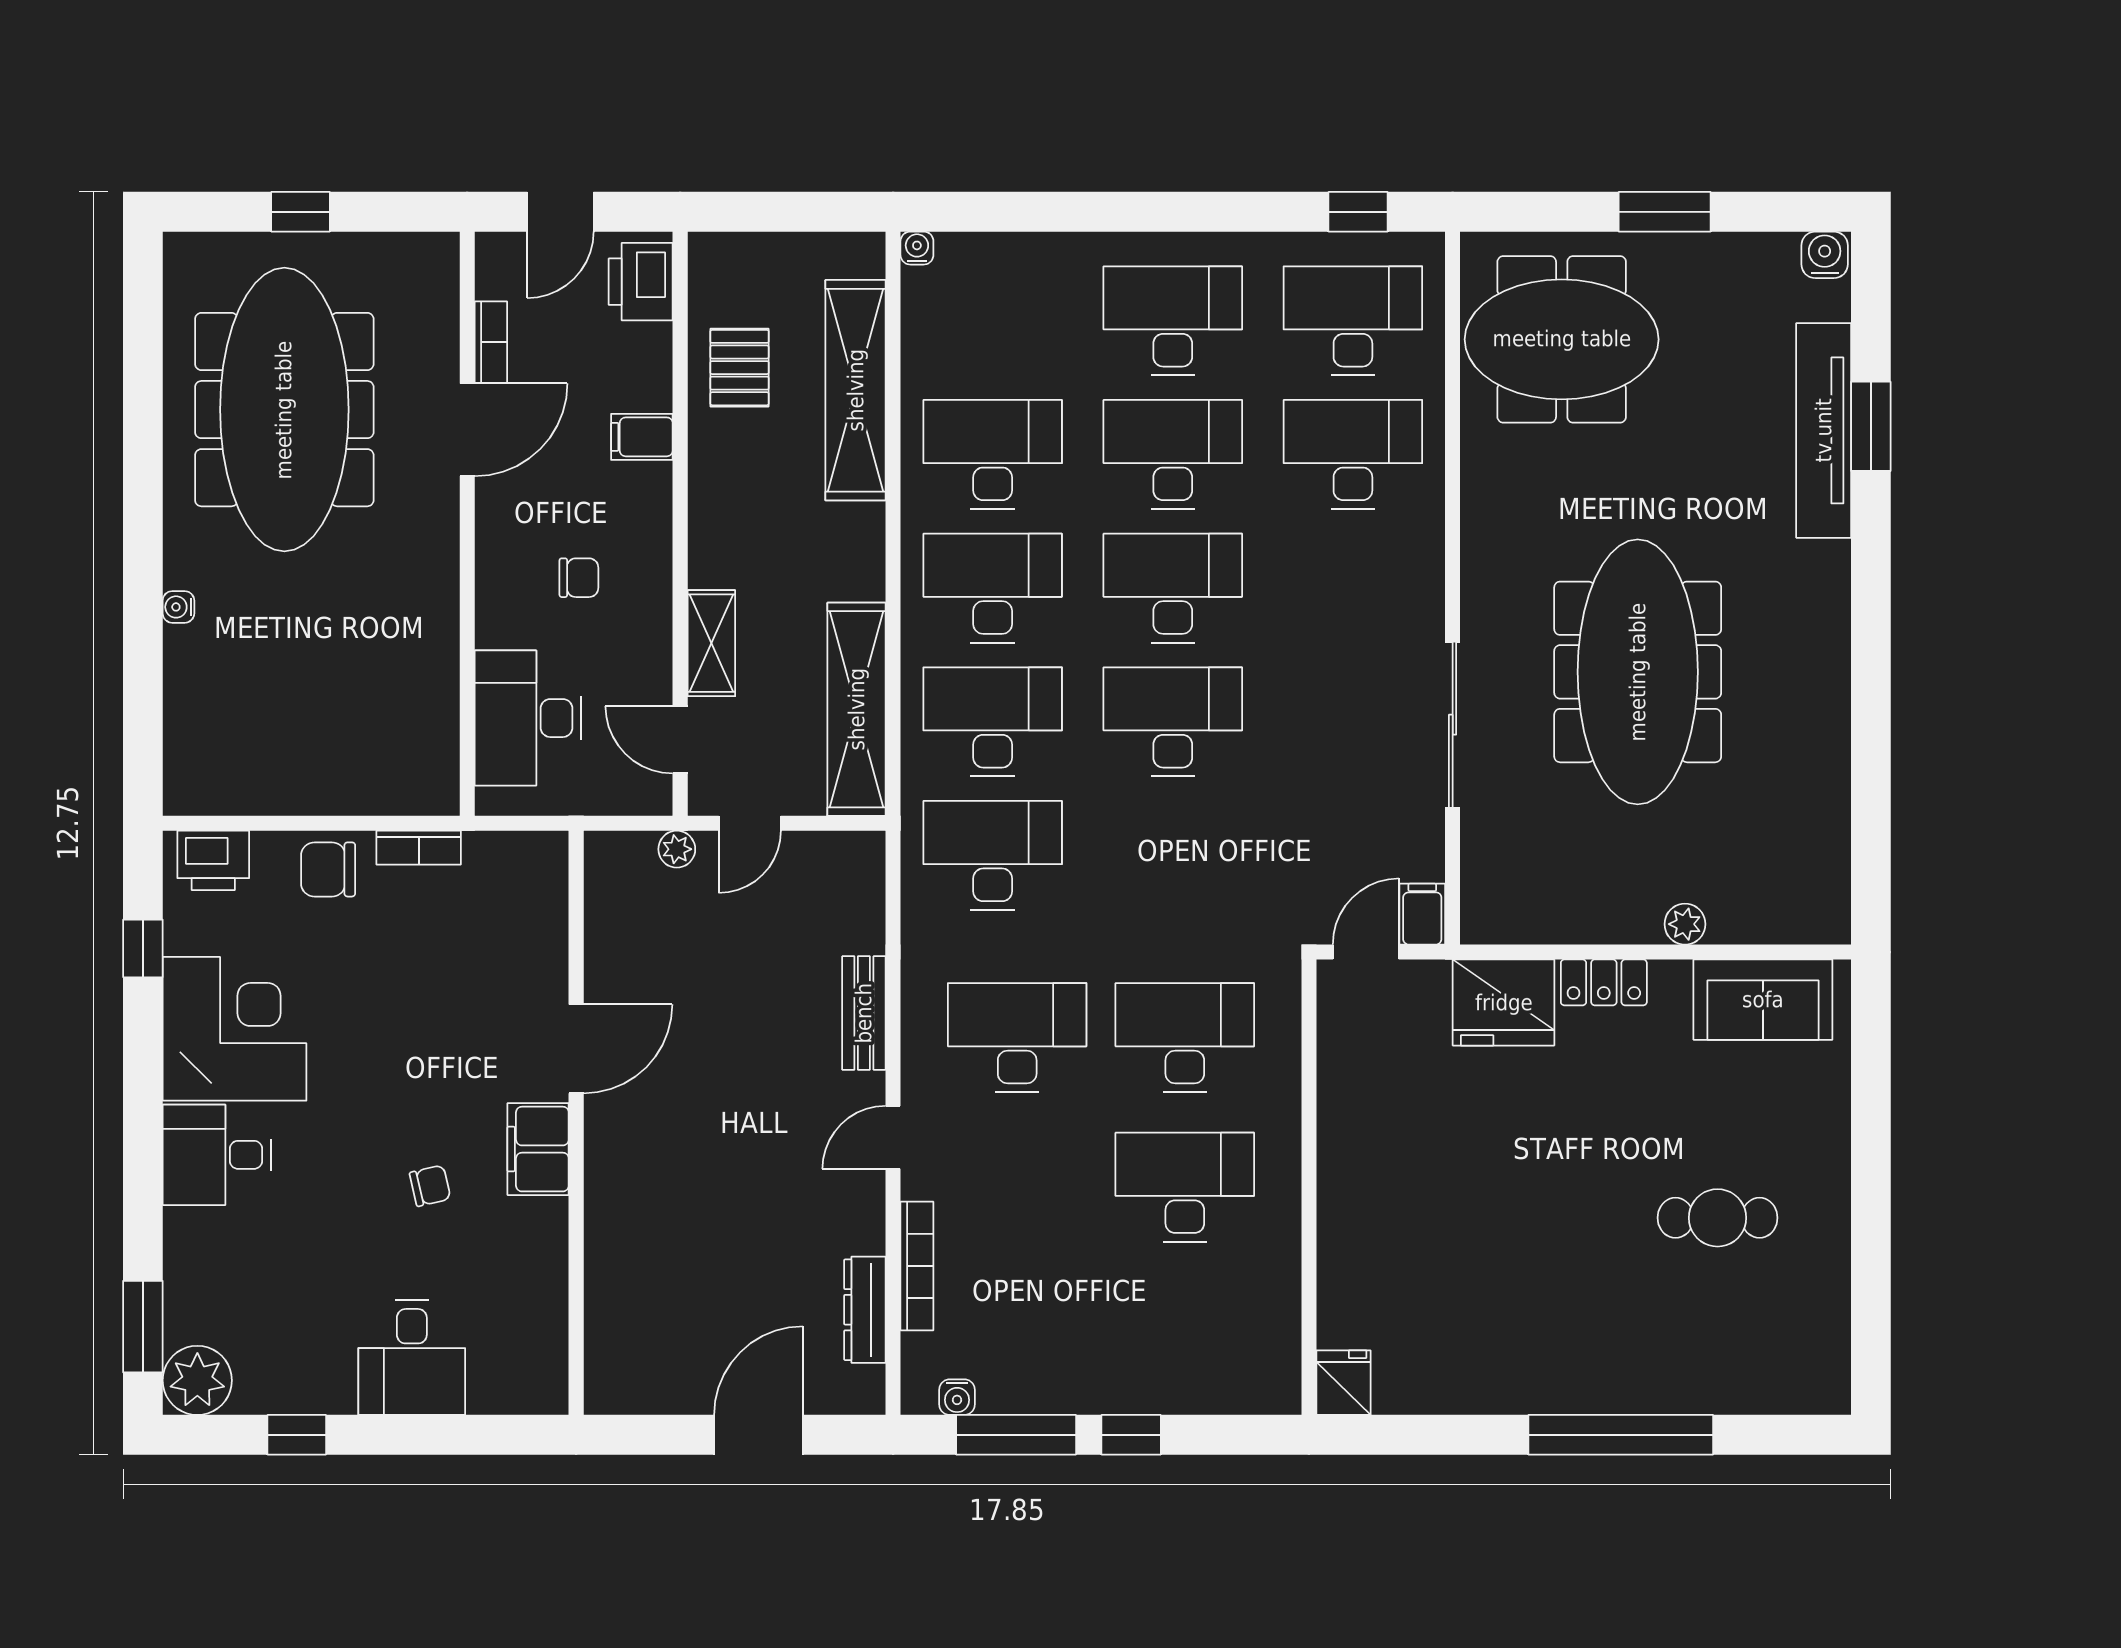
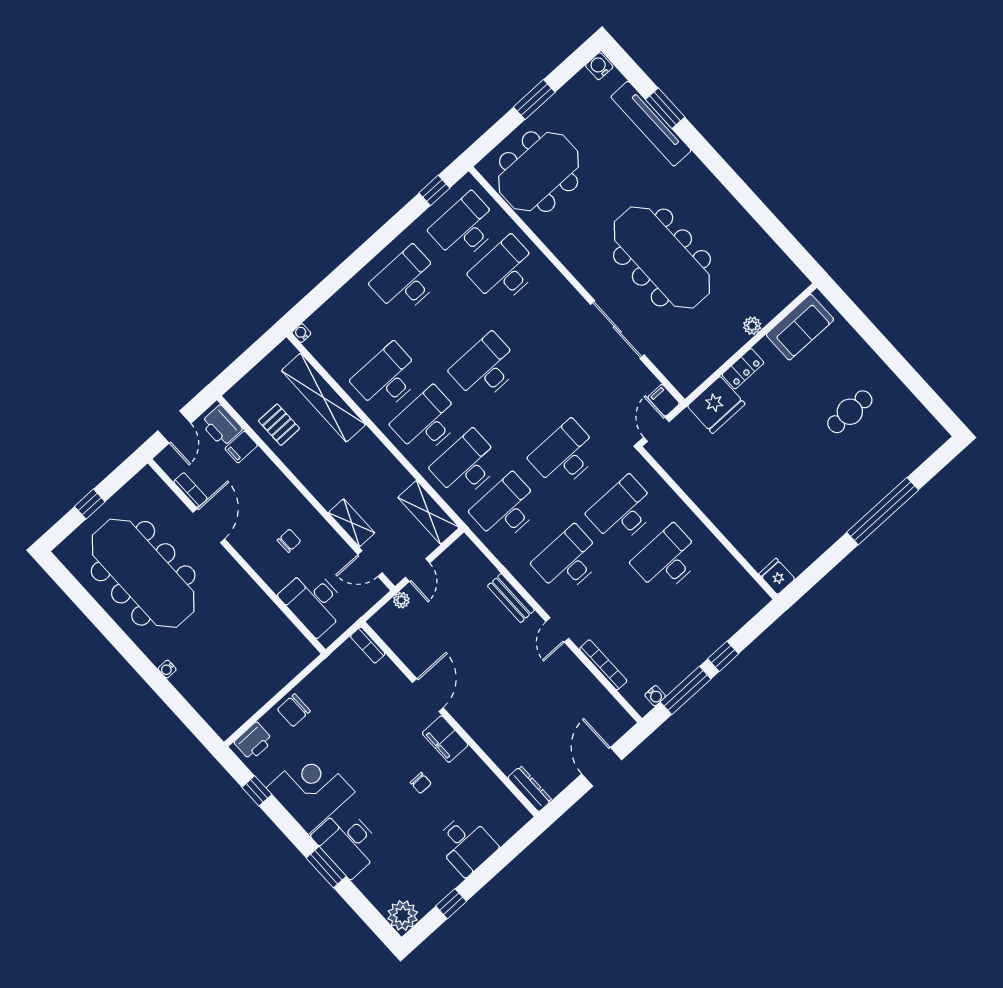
filing cabinet: (642, 437) -> (241, 447), moved
desk: (1173, 454) -> (446, 324), removed
shelving: (857, 709) -> (429, 512), width x0.68
desk: (1173, 722) -> (565, 455), moved
bookcase: (419, 848) -> (368, 645), moved, turned 90
desk: (217, 1155) -> (348, 842), width x1.37
chair: (430, 1186) -> (421, 783), turned 103
dresser: (865, 1310) -> (530, 789), moved, turned 180
window: (143, 1327) -> (326, 867), moved

